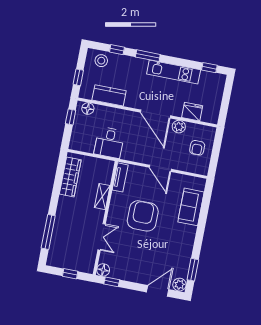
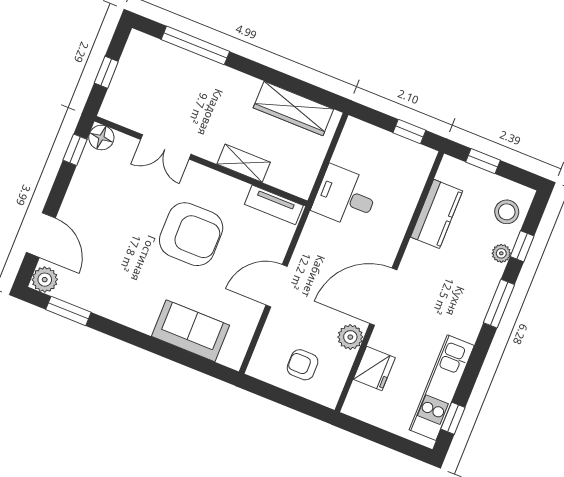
plant: (122, 59) -> (501, 253), added
kitchen unit: (174, 72) -> (442, 388), moved
floor lamp: (88, 108) -> (419, 168), removed

